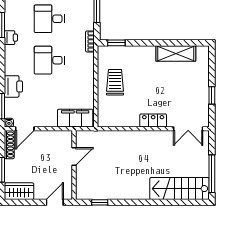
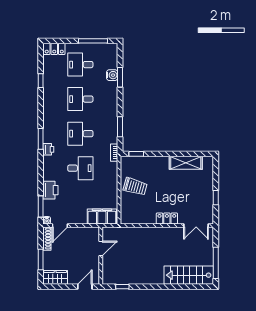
desk: (49, 60) -> (80, 168), turned 180
trolley: (115, 82) -> (135, 187), turned 106

